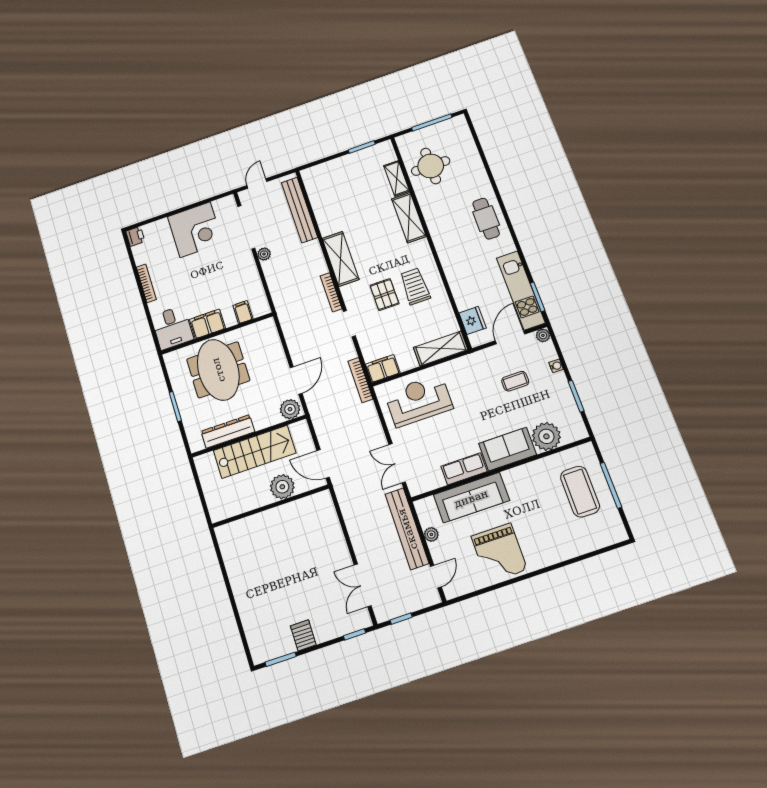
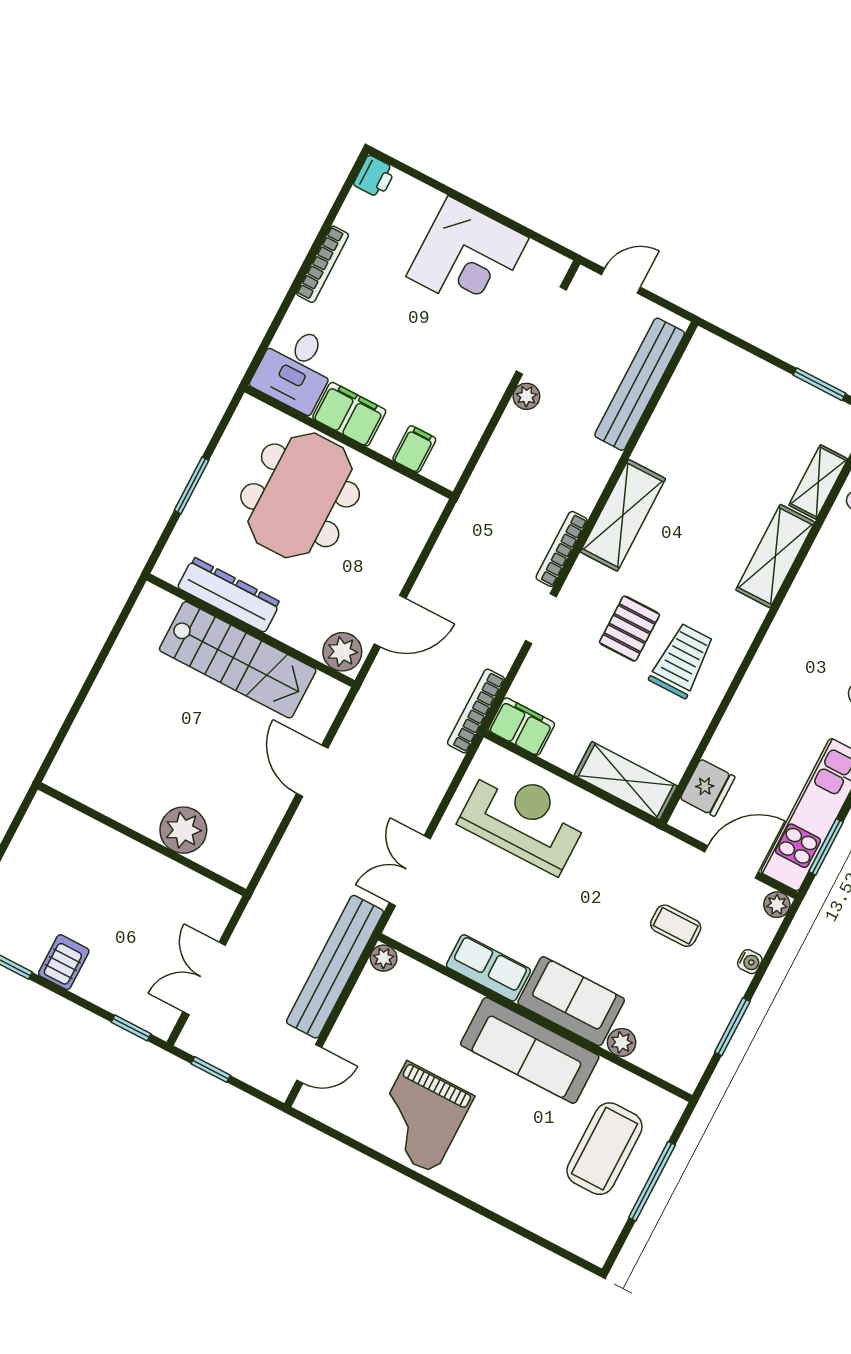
plant: (546, 436) -> (622, 1042), width x0.53, depth x0.53
plant: (282, 487) -> (183, 830), moved
sofa: (471, 498) -> (530, 1050), moved
wall: (270, 506) -> (142, 839), moved
plant: (431, 534) -> (384, 958), moved

